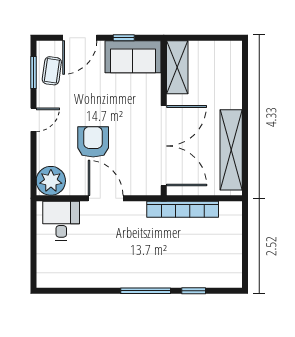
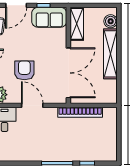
boiler: (232, 63) -> (111, 21), added
shelving: (231, 150) -> (110, 54), moved

